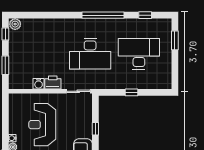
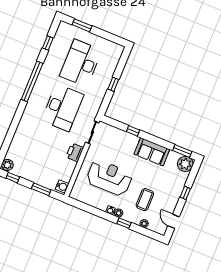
water cooler: (39, 84) -> (62, 186), moved
reception desk: (42, 125) -> (109, 178), turned 180

